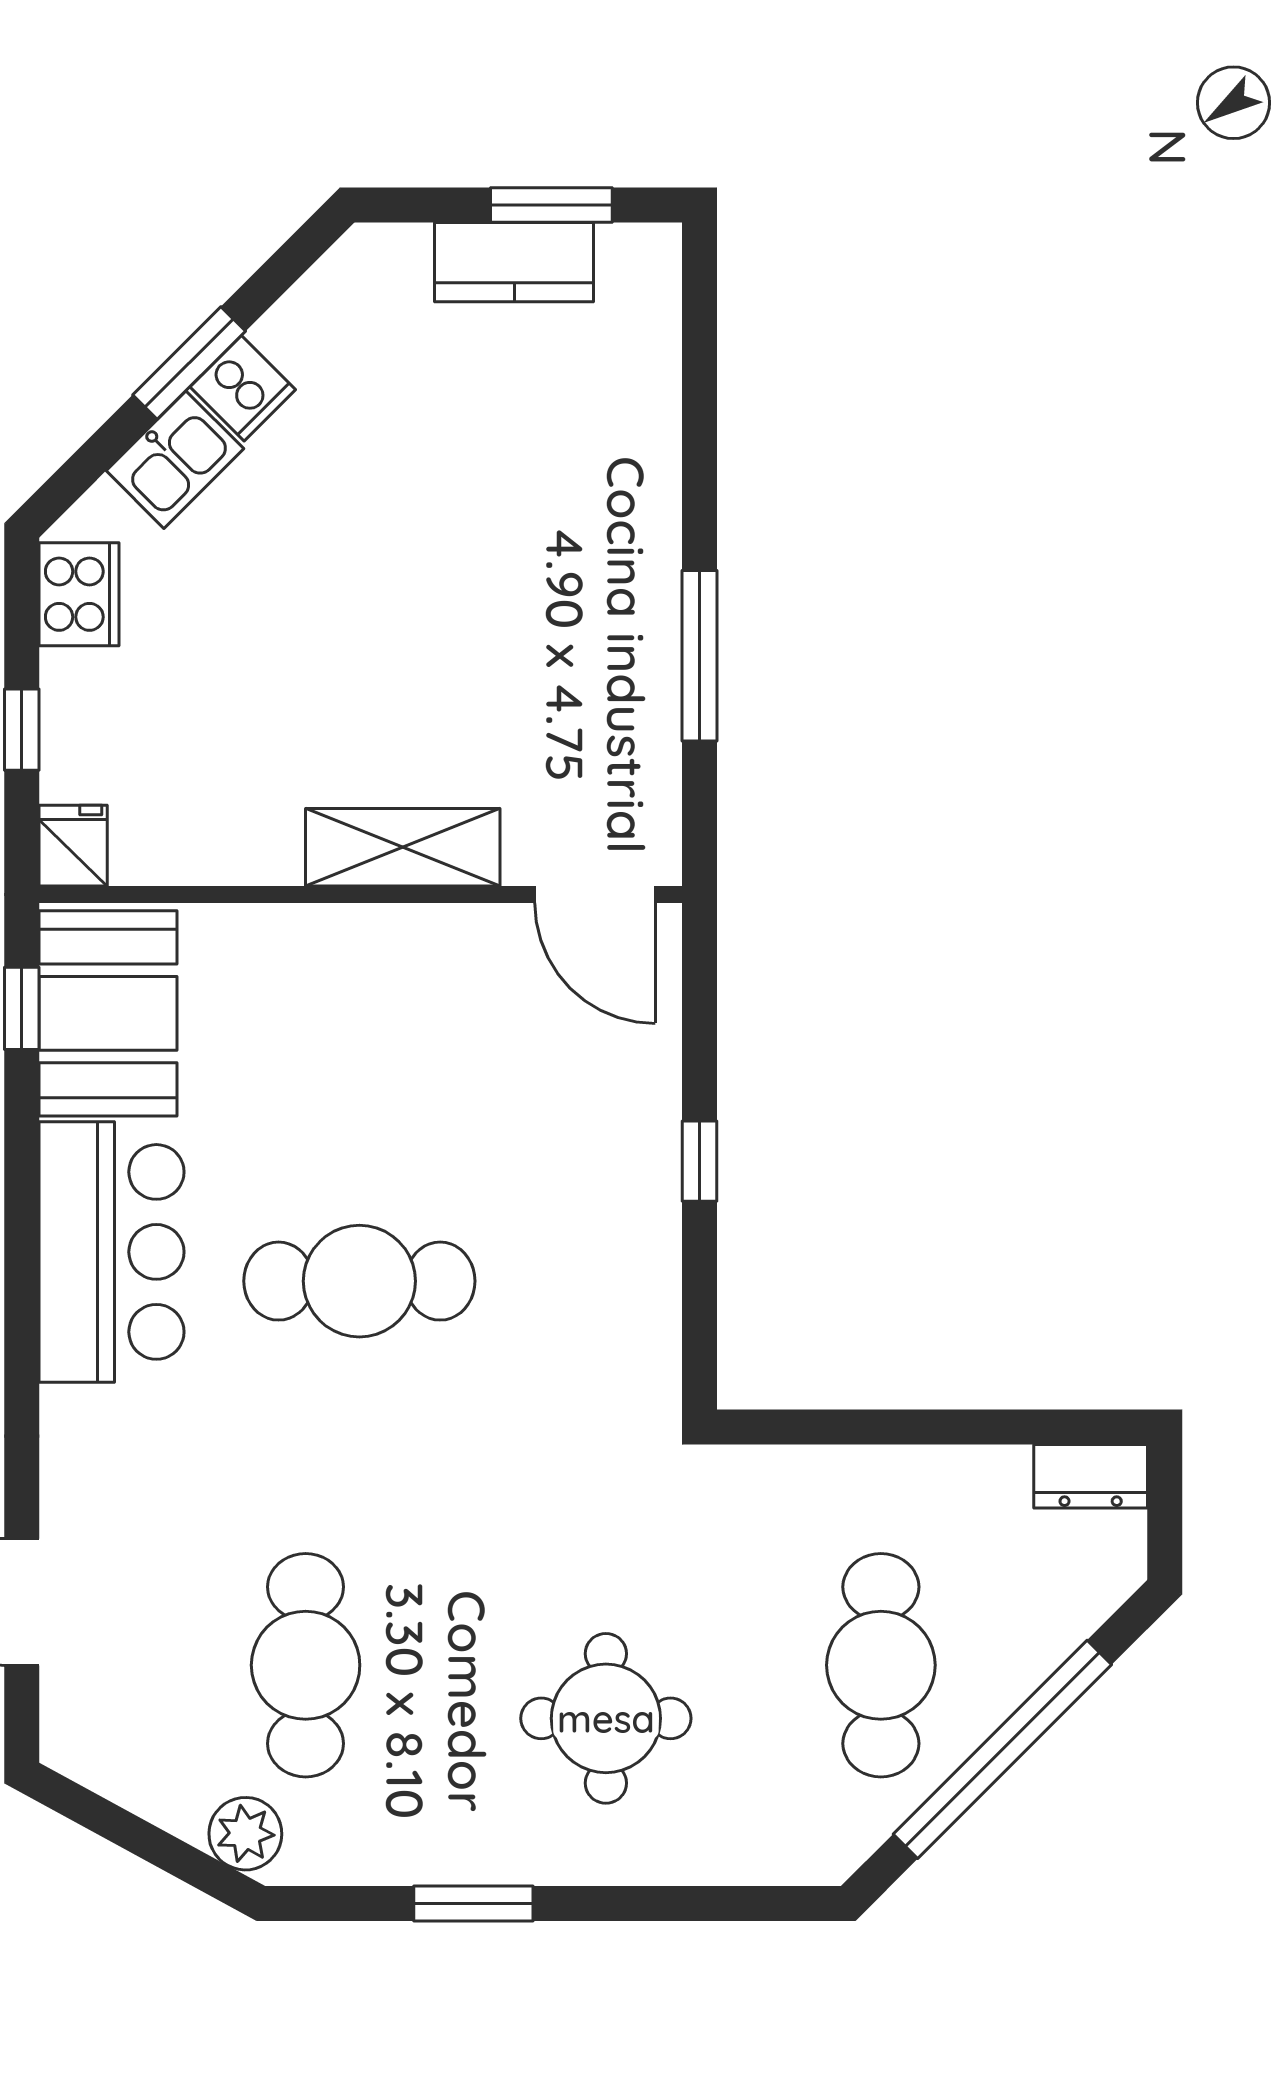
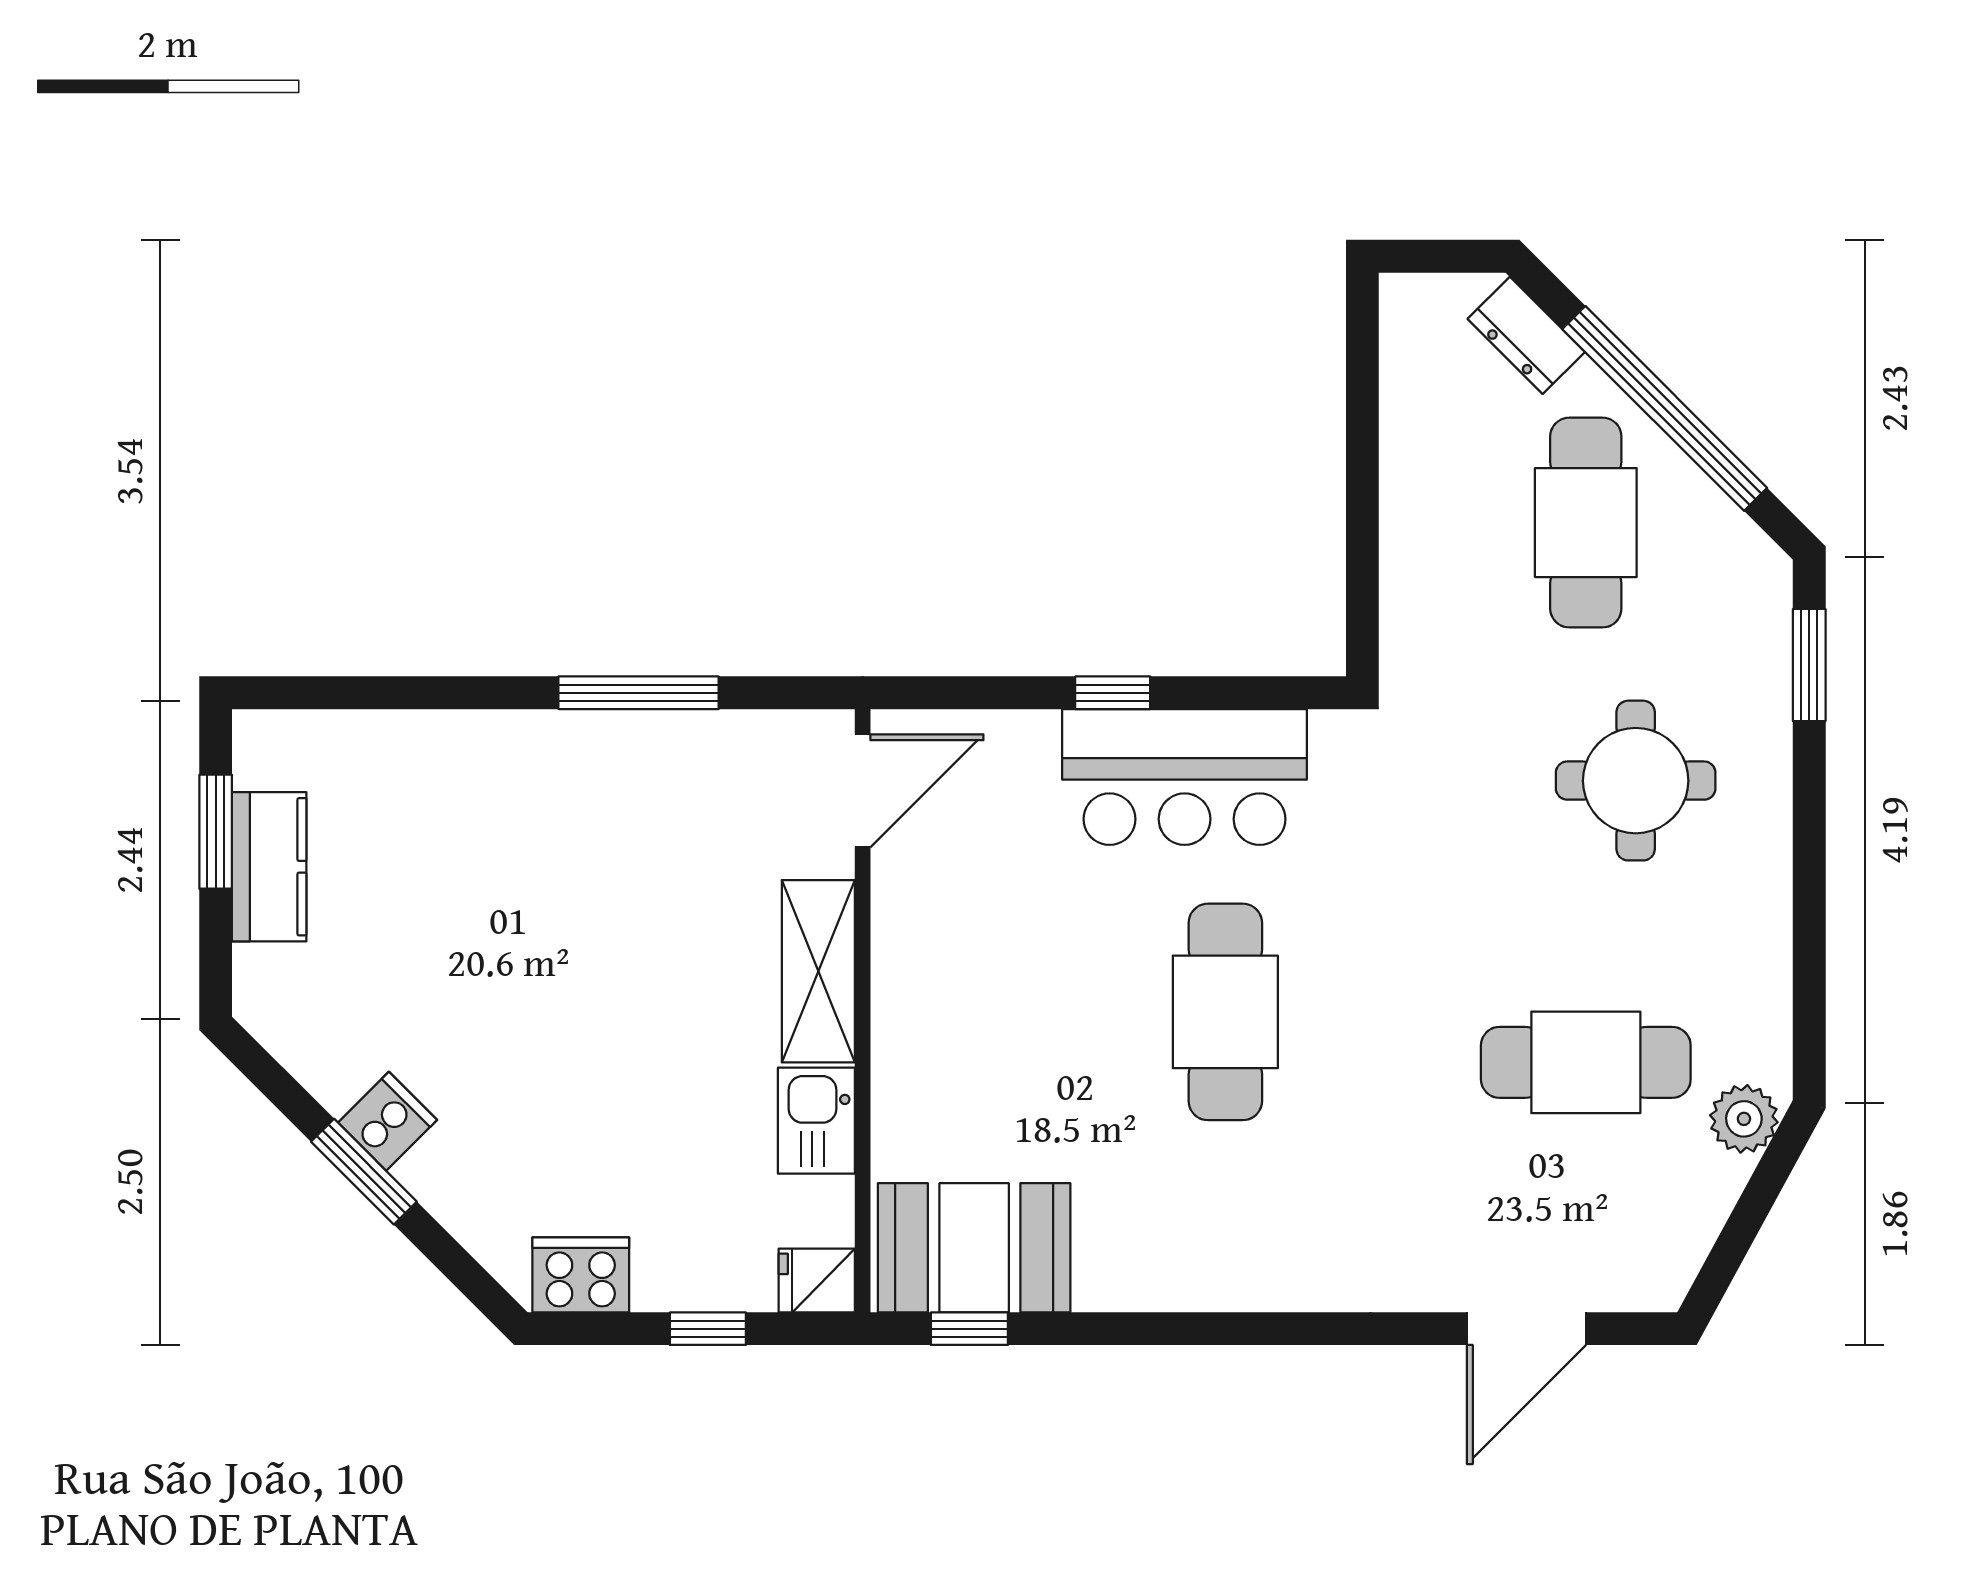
kitchen sink: (175, 460) -> (816, 1121), moved, turned -135
bar counter: (112, 1252) -> (1185, 777), moved, turned 180
dresser: (1091, 1476) -> (1526, 335), moved, turned 135
cafe table: (881, 1665) -> (1586, 523), turned 90
window: (473, 1903) -> (1809, 665), moved

